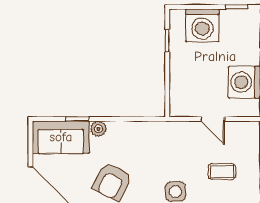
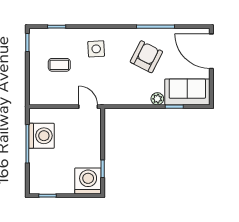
washing machine: (202, 25) -> (88, 181), moved
door: (213, 119) -> (88, 107), moved

